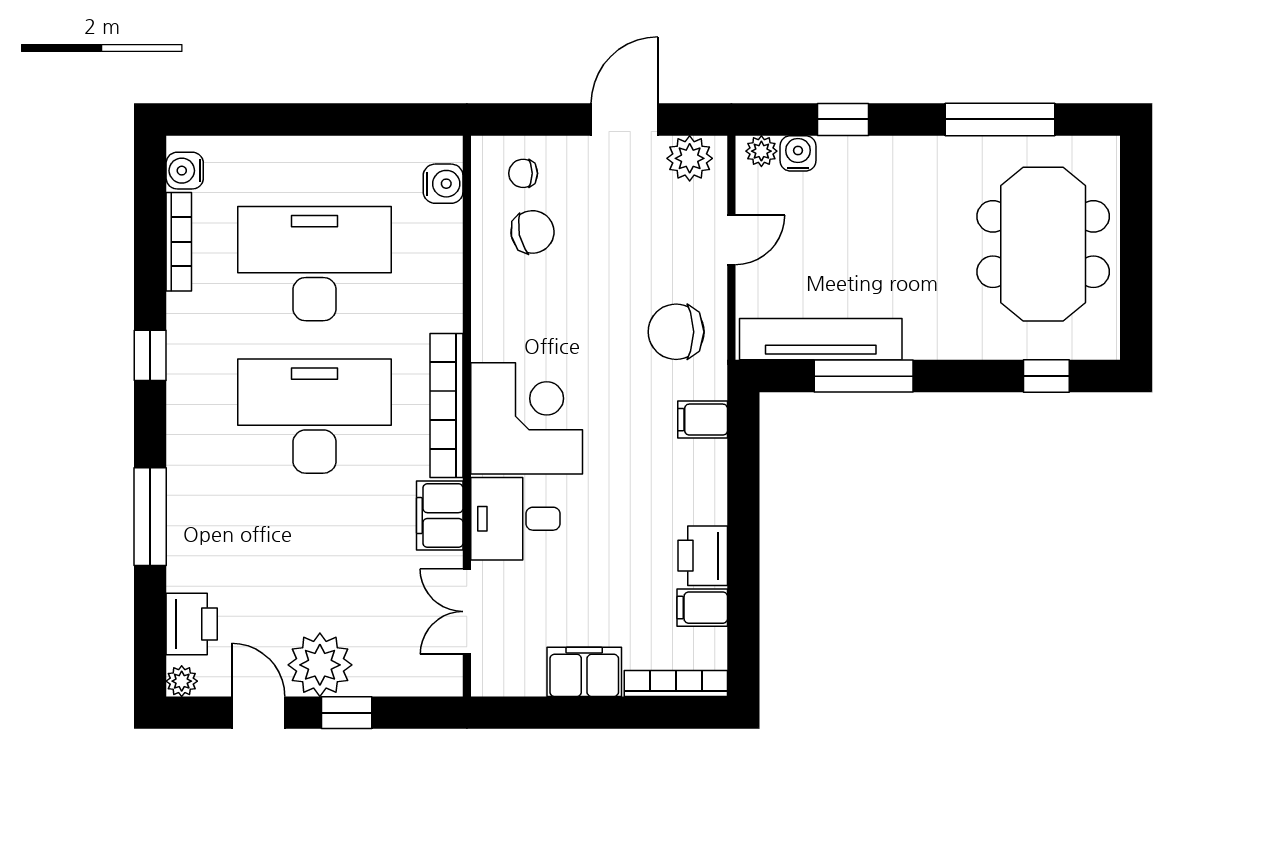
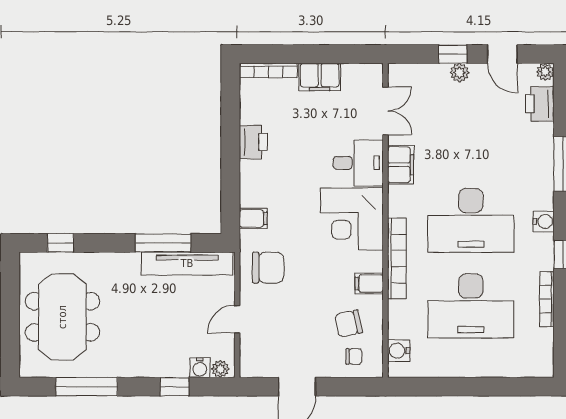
plant: (690, 158) -> (261, 365), removed
water cooler: (185, 171) -> (544, 222), moved
bookcase: (179, 242) -> (547, 299), moved
bookcase: (446, 406) -> (397, 258), moved
filing cabinet: (702, 608) -> (369, 283), moved, turned 180
plant: (320, 665) -> (459, 73), width x0.53, depth x0.53

